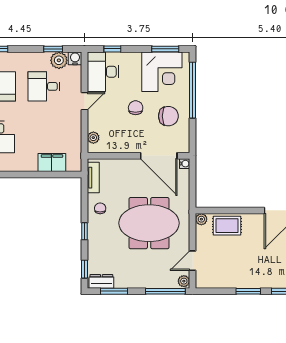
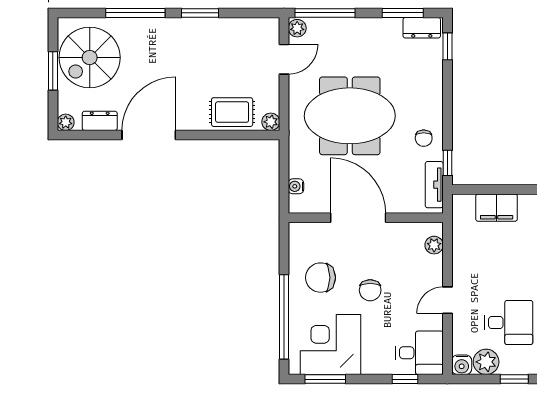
window: (53, 49) -> (514, 379), moved
desk: (103, 72) -> (419, 353), width x0.73
door: (159, 156) -> (358, 218), moved
water cooler: (185, 164) -> (296, 186), moved
window: (84, 231) -> (447, 163), moved

